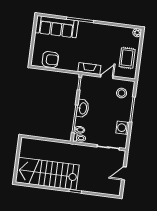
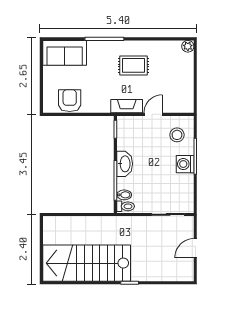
sofa: (57, 27) -> (65, 53), width x0.73
rug: (127, 58) -> (133, 65), moved, turned 90
armchair: (50, 59) -> (70, 101), turned -90
washing machine: (123, 128) -> (185, 164), moved

